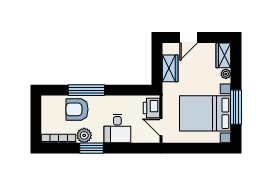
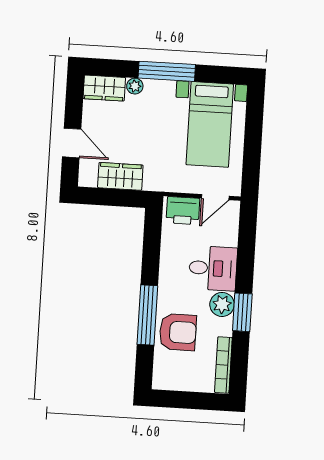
window: (236, 107) -> (167, 71), moved
armchair: (77, 109) -> (178, 332), turned -90
bed with nightstands: (205, 113) -> (210, 124), width x0.73
plant: (84, 135) -> (222, 304), moved

